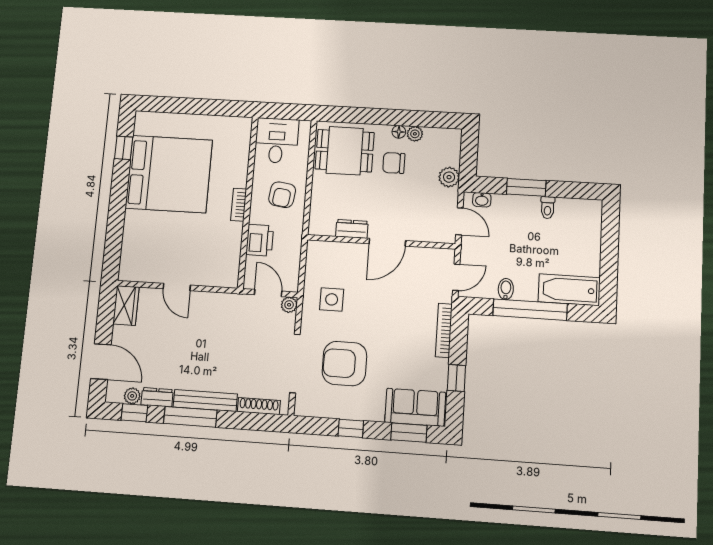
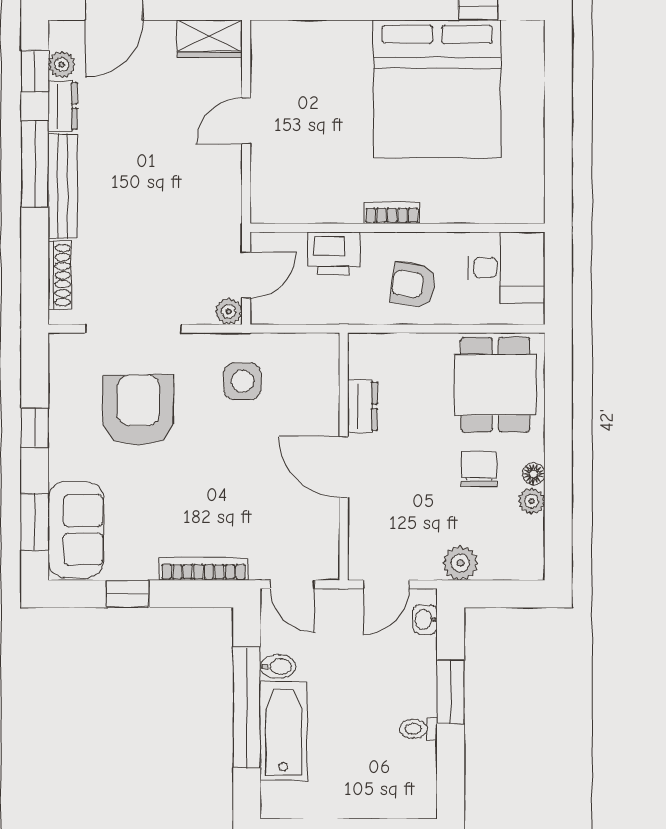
bathtub: (569, 290) -> (284, 731), moved

